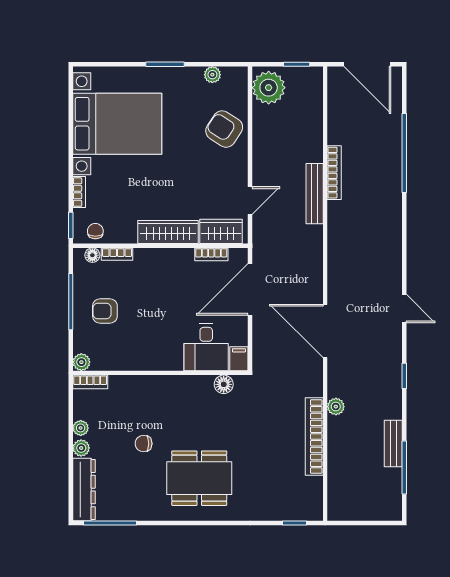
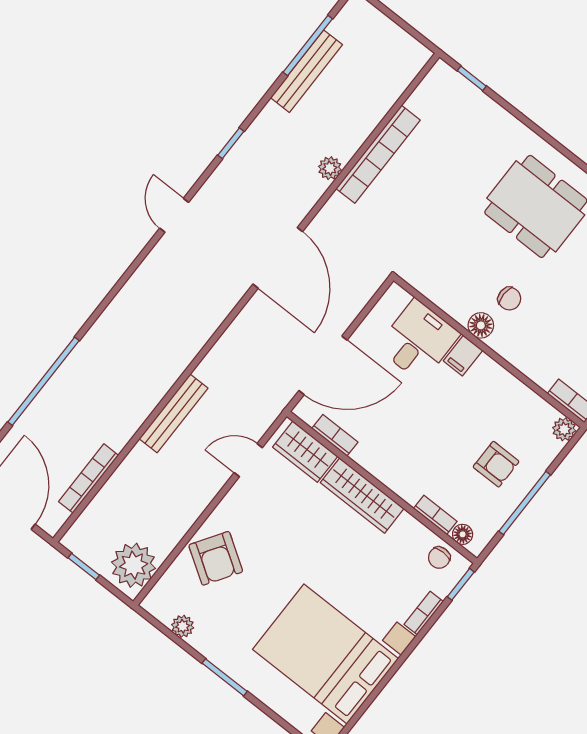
bookcase: (334, 173) -> (89, 478), moved
filing cabinet: (239, 359) -> (463, 356), moved
floor lamp: (224, 384) -> (481, 325), moved
chair: (144, 444) -> (509, 299), moved
bench: (393, 444) -> (307, 71), width x1.36

